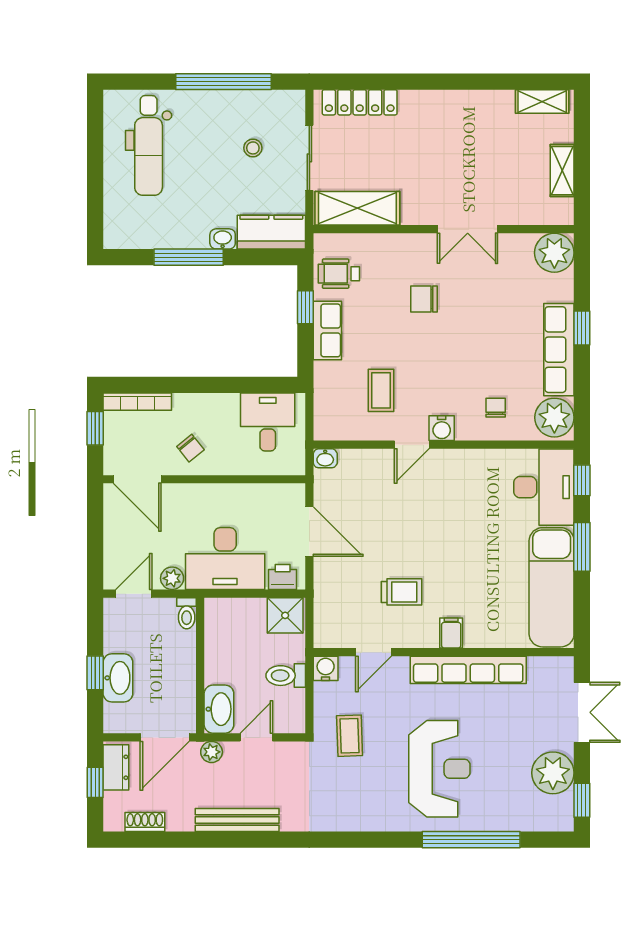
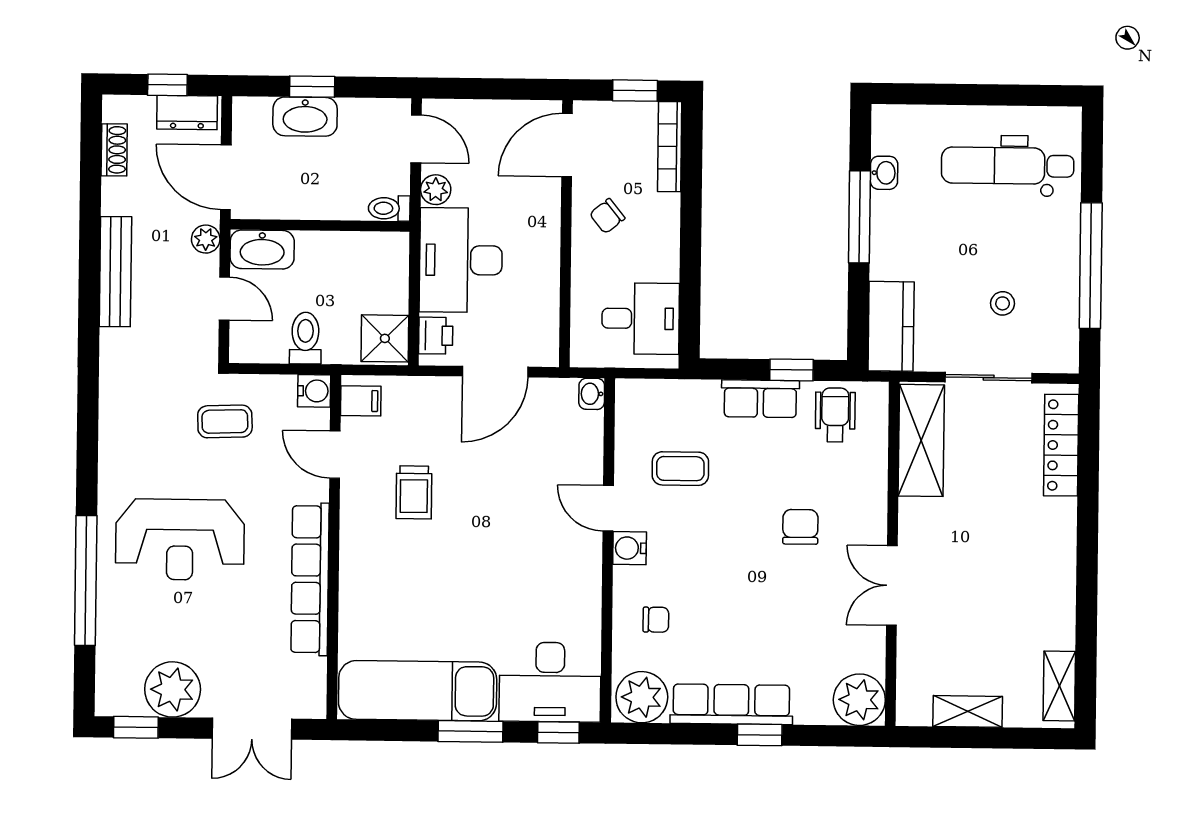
washbasin: (223, 239) -> (884, 173), moved
filing cabinet: (451, 633) -> (361, 401), moved

